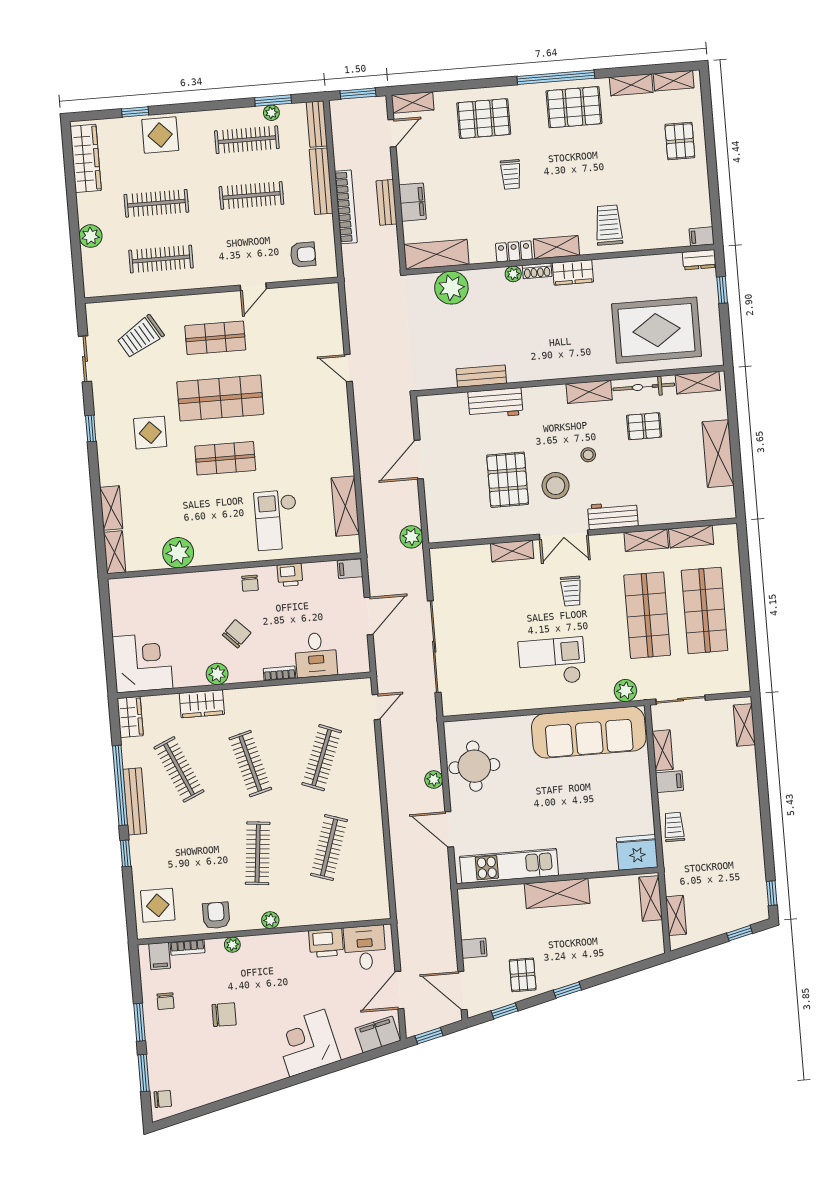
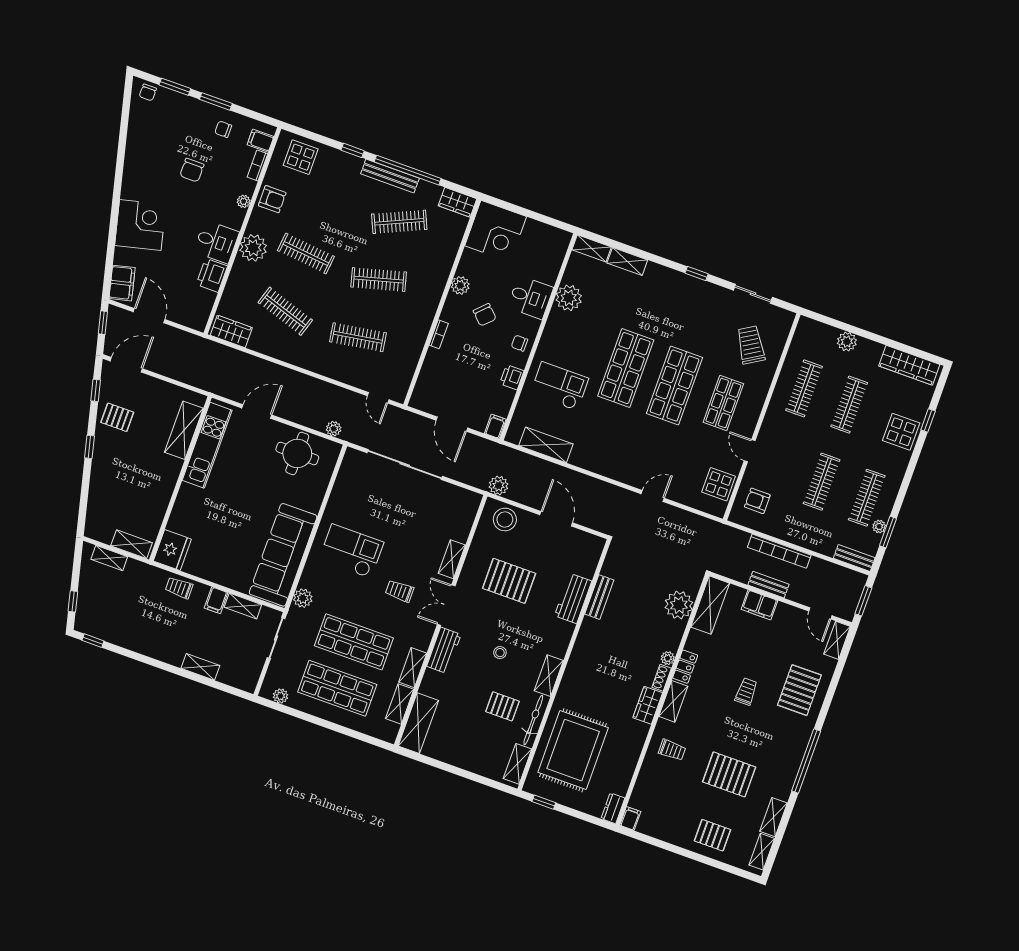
pallet: (574, 107) -> (729, 774), moved, turned 90
trolley: (511, 174) -> (746, 691), turned 90
bench: (321, 181) -> (808, 541), removed
trolley: (609, 225) -> (672, 750), width x0.73, depth x0.72
armchair: (303, 255) -> (757, 501), turned 90
window: (722, 290) -> (544, 802), moved
pallet: (644, 426) -> (502, 706), turned 90
display table: (150, 433) -> (719, 484), moved
shelving: (718, 454) -> (418, 723), moved, turned 90
shop shelf: (225, 458) -> (626, 368), width x1.43, depth x1.36
stool: (556, 486) -> (505, 519), moved
desk: (316, 655) -> (530, 297), moved, turned 180
checkout: (552, 662) -> (351, 551), turned -90
plant: (740, 667) -> (281, 696), added
wardrobe: (202, 704) -> (231, 331), moved, turned 90
shelving: (744, 725) -> (200, 667), moved
clothes rail: (322, 758) -> (358, 337), turned -30
plant: (434, 780) -> (334, 429), moved
trolley: (674, 827) -> (179, 588), turned 180
shelving: (557, 893) -> (184, 430), moved
plant: (270, 920) -> (253, 248), width x1.88, depth x1.88
desk: (365, 948) -> (216, 242), moved
filing cabinet: (474, 948) -> (155, 389), removed

